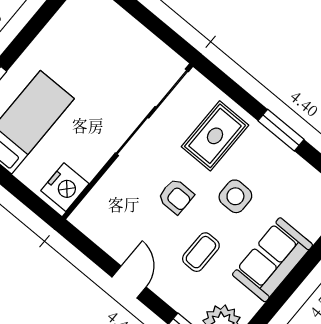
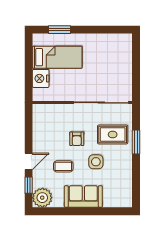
window: (281, 130) -> (136, 142), moved
nightstand: (65, 187) -> (41, 78), moved, turned 90
door: (129, 282) -> (29, 161), moved

